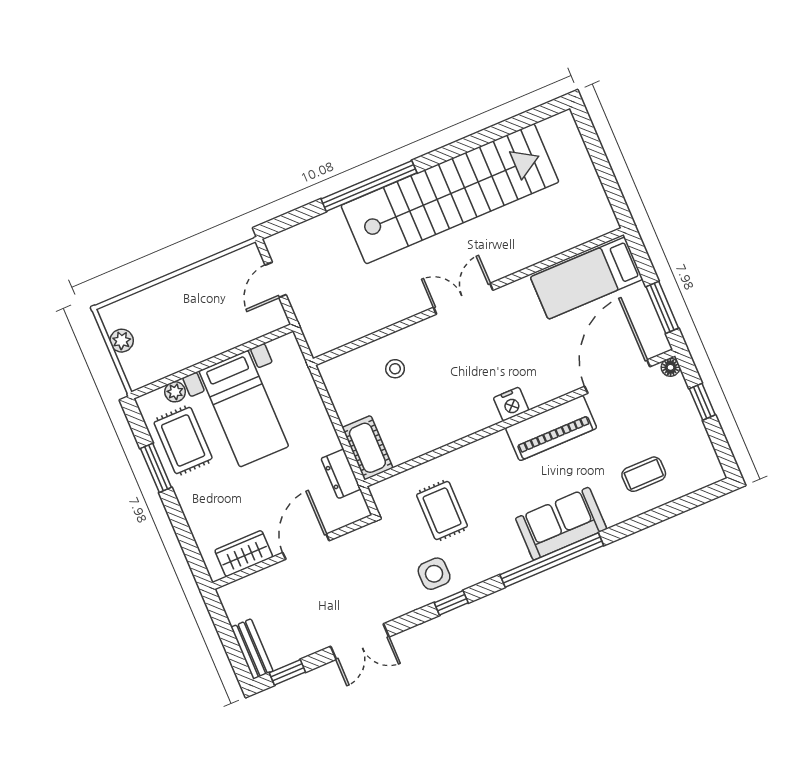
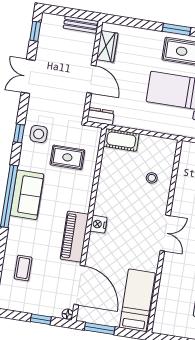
dresser: (341, 474) -> (100, 116), moved
sofa: (561, 524) -> (27, 195), moved
bench: (252, 649) -> (81, 25), moved

